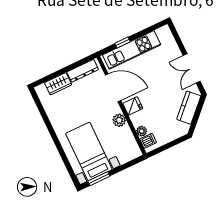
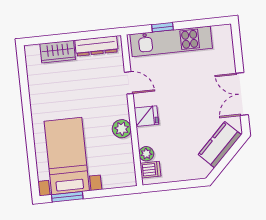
door: (113, 88) -> (129, 83), width x0.53

